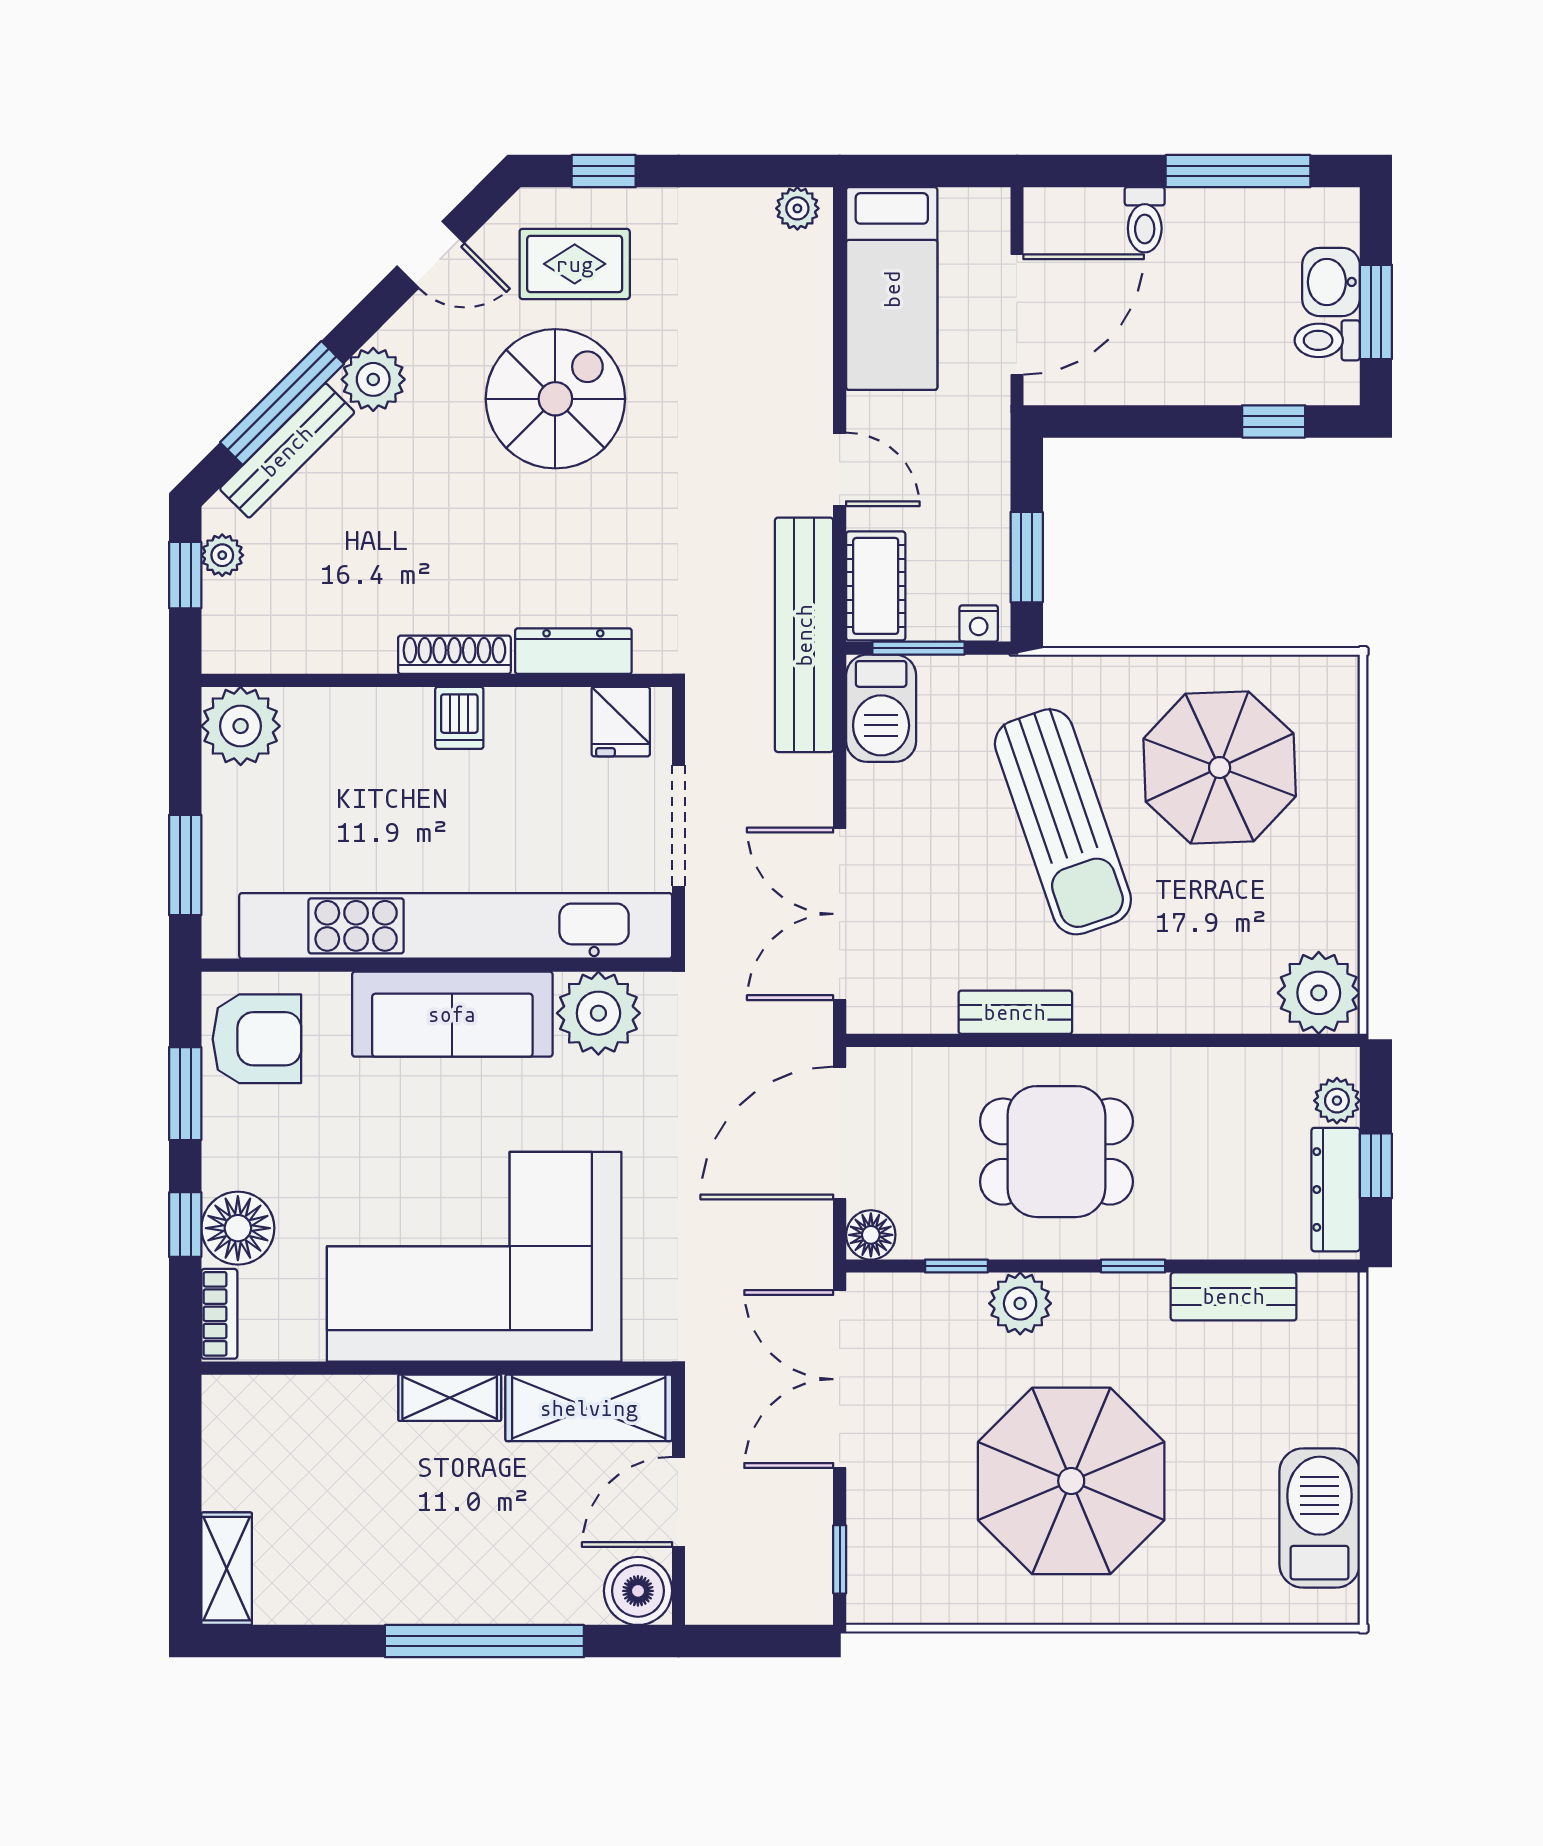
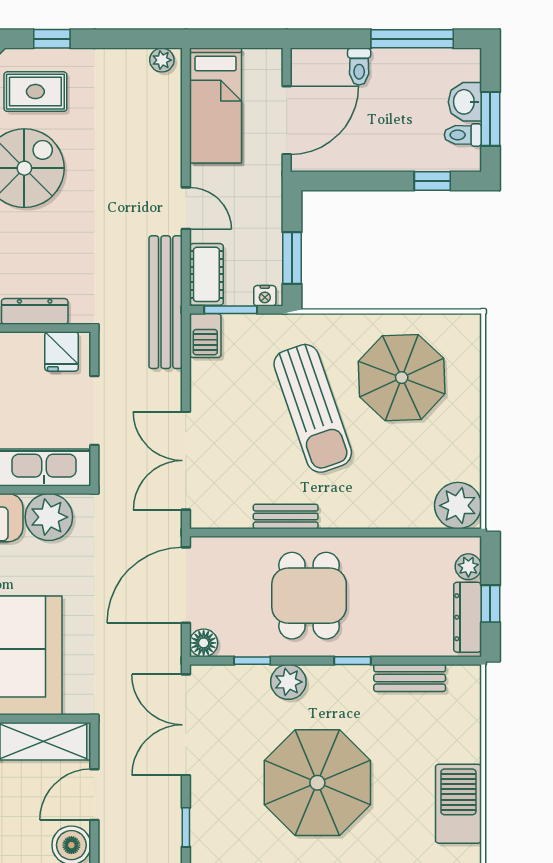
barbecue: (881, 708) -> (205, 336), width x0.73, depth x0.79
dining table: (1056, 1152) -> (309, 596), turned 90

